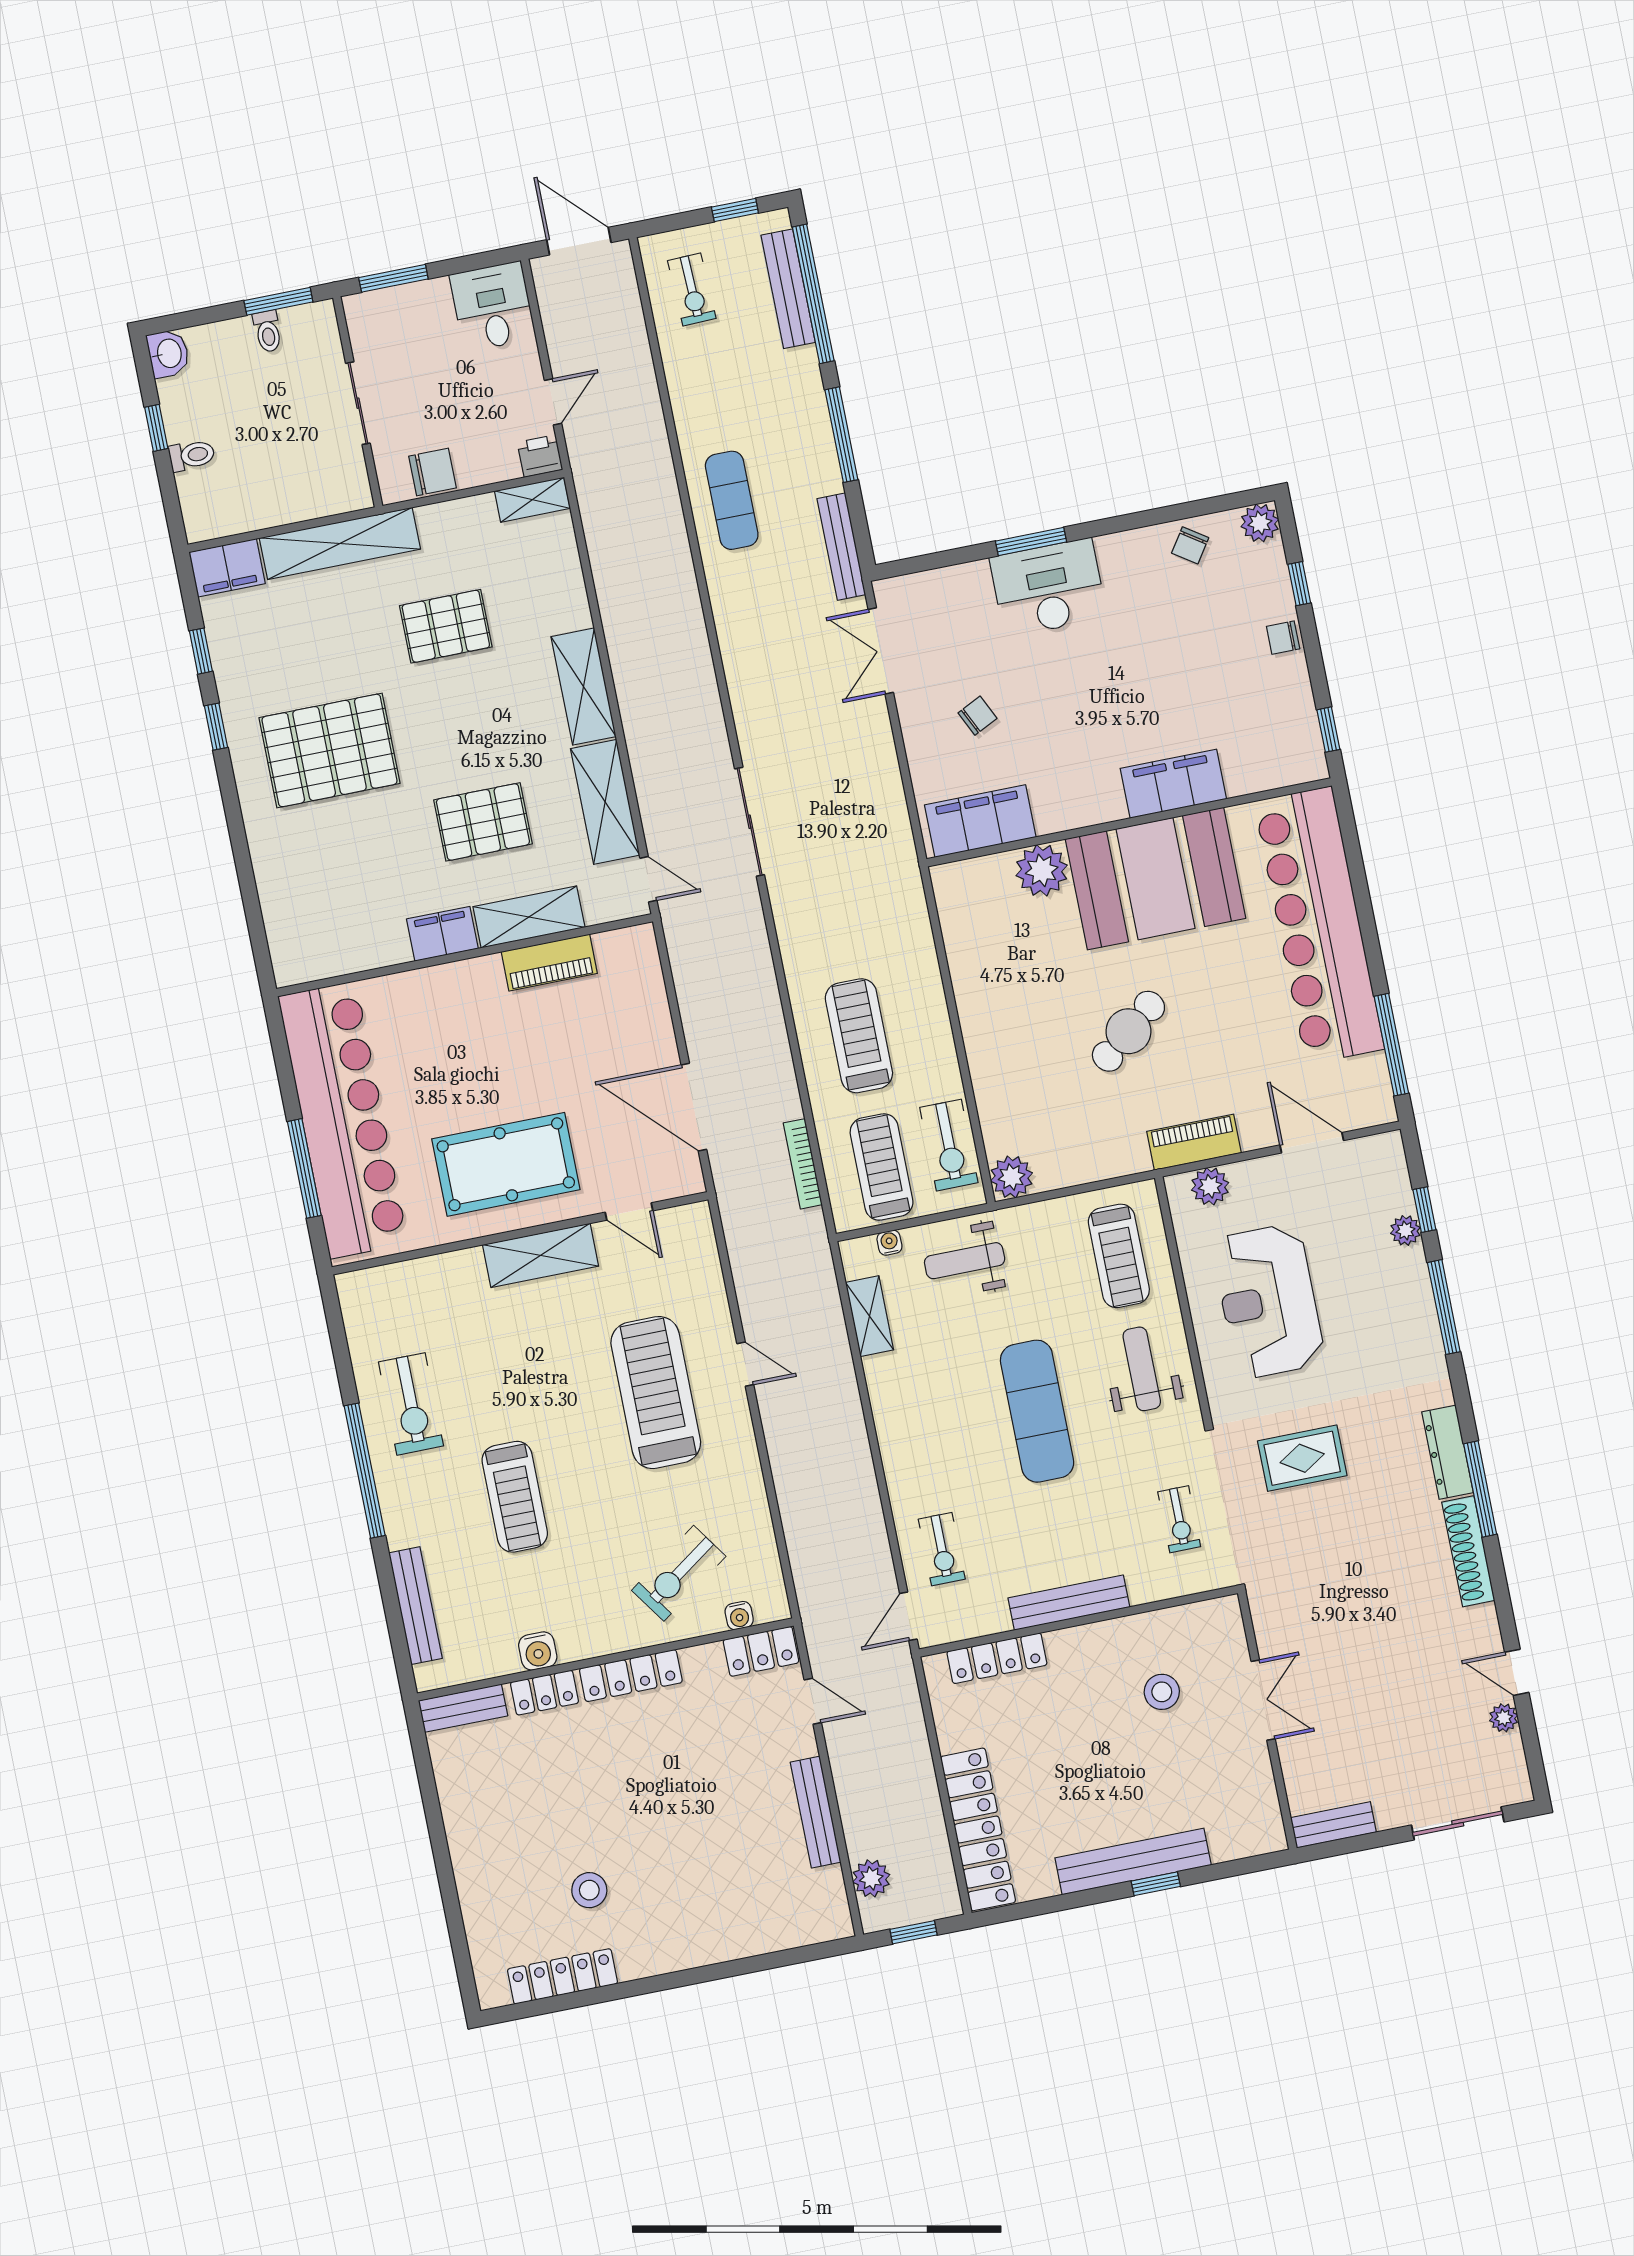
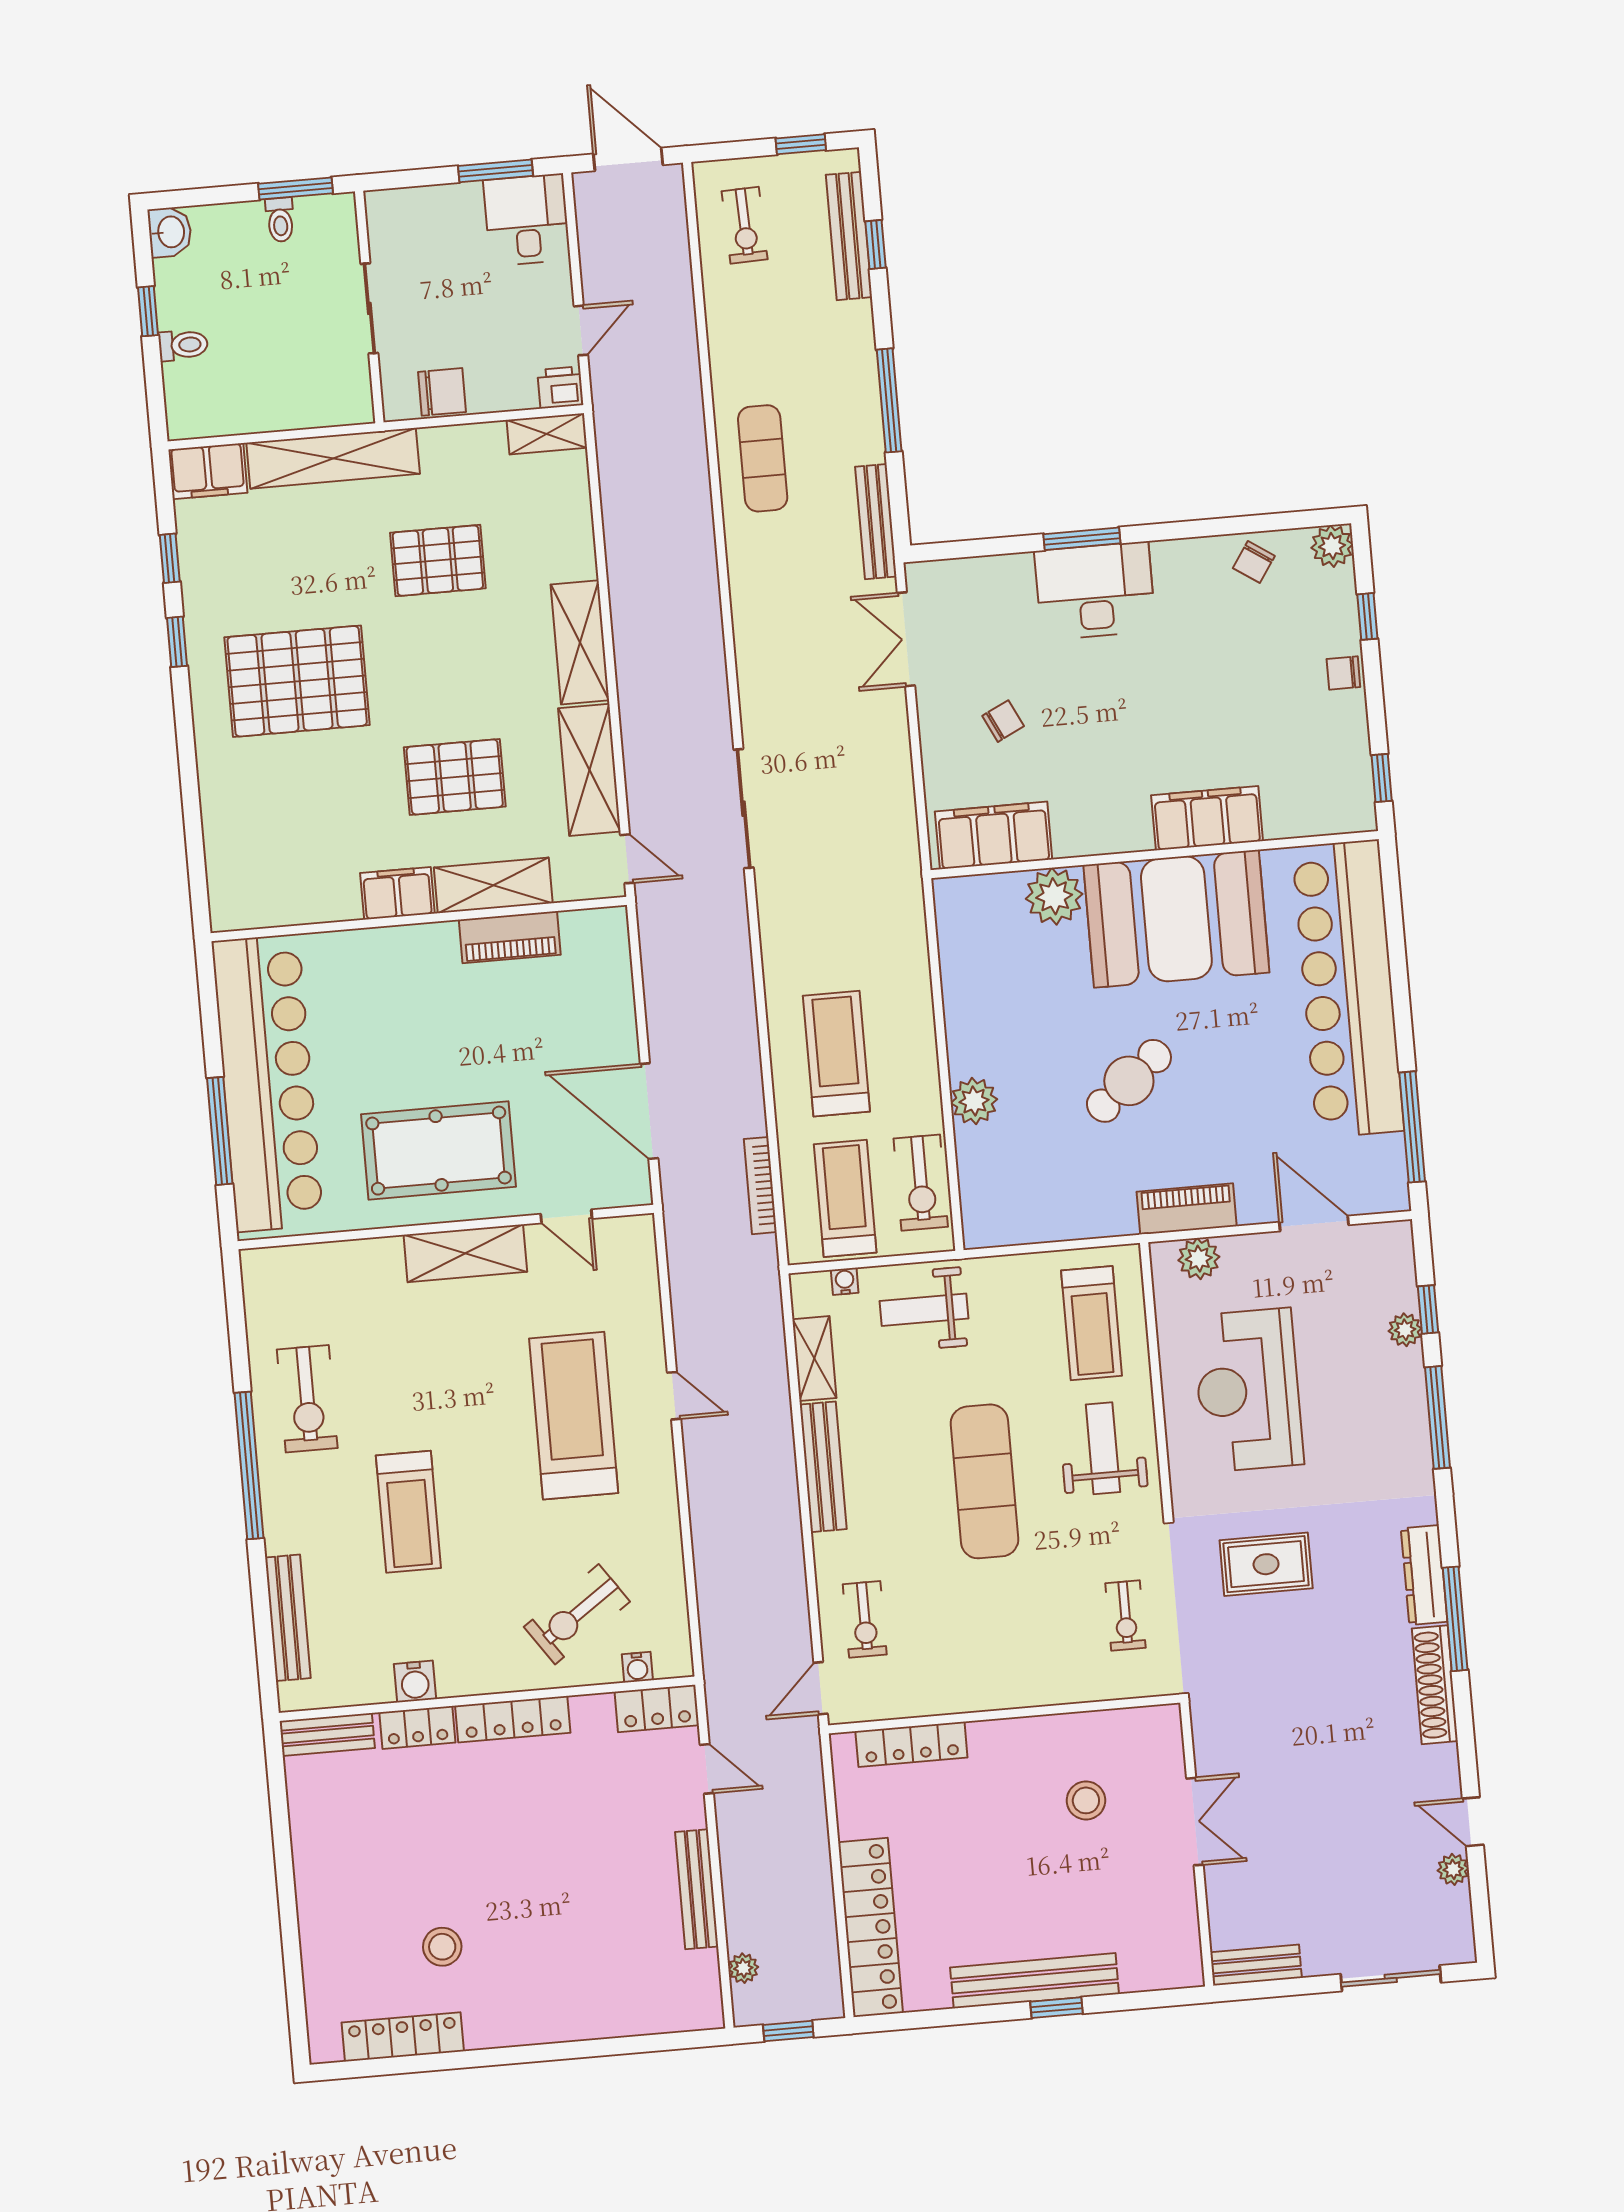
window: (393, 278) -> (495, 171), moved
window: (813, 294) -> (876, 244), width x0.32
plant: (1012, 1177) -> (974, 1101), moved
bench: (1069, 1603) -> (823, 1467), moved, turned 90
plant: (871, 1878) -> (743, 1968), width x0.73, depth x0.73

